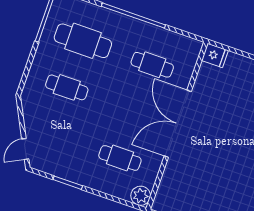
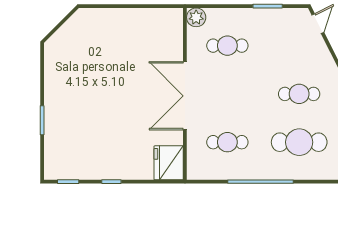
fridge: (215, 55) -> (169, 163), width x1.88, depth x1.34
double door: (178, 124) -> (185, 96), swing flipped

